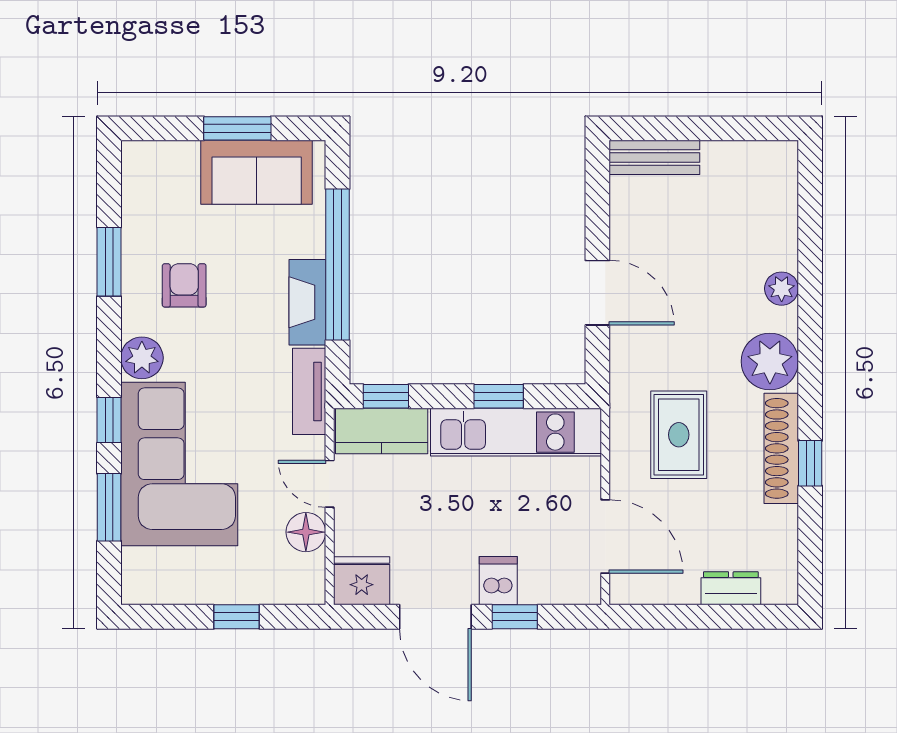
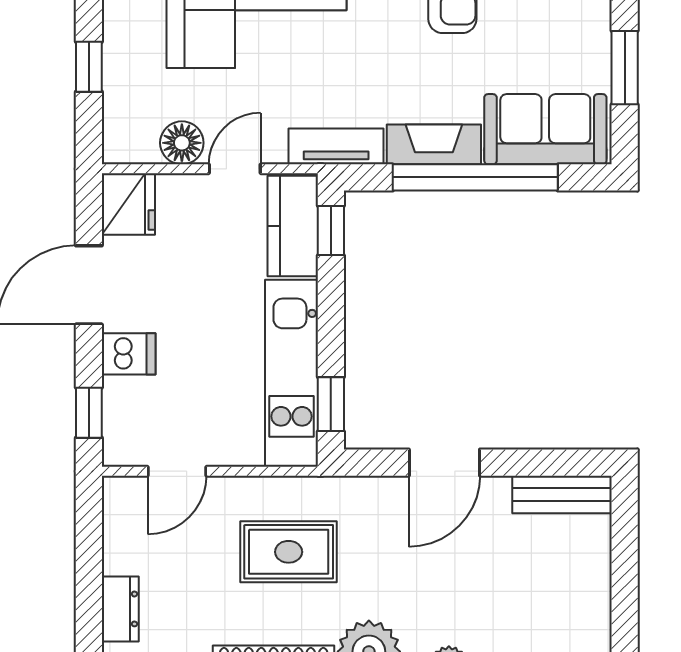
bench: (654, 157) -> (562, 494), moved, turned 90
sofa: (257, 172) -> (545, 129), moved, turned 90
window: (499, 396) -> (331, 404), moved
door: (605, 536) -> (177, 471), width x0.73
window: (515, 617) -> (89, 413), moved

